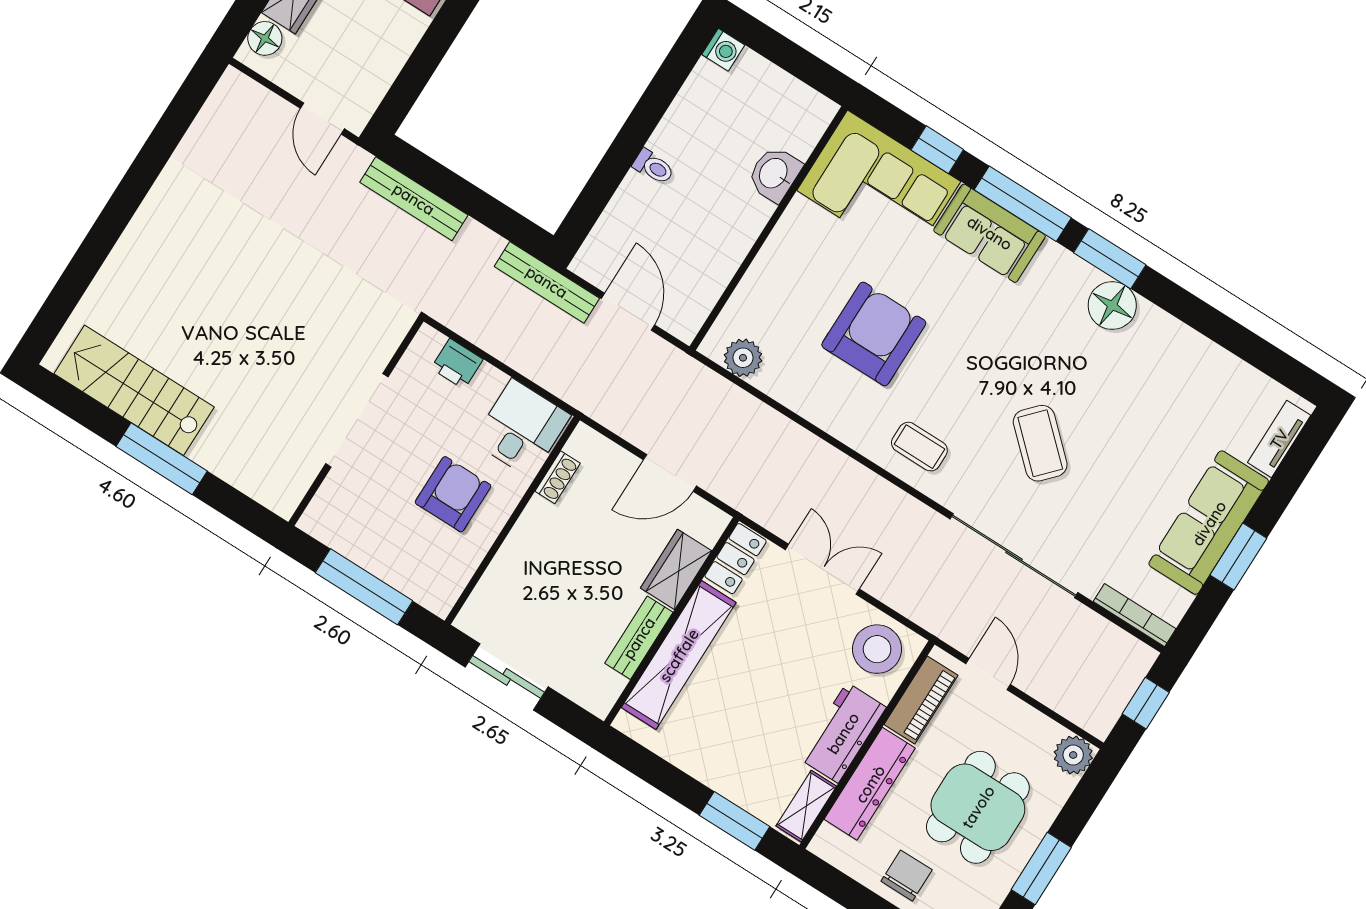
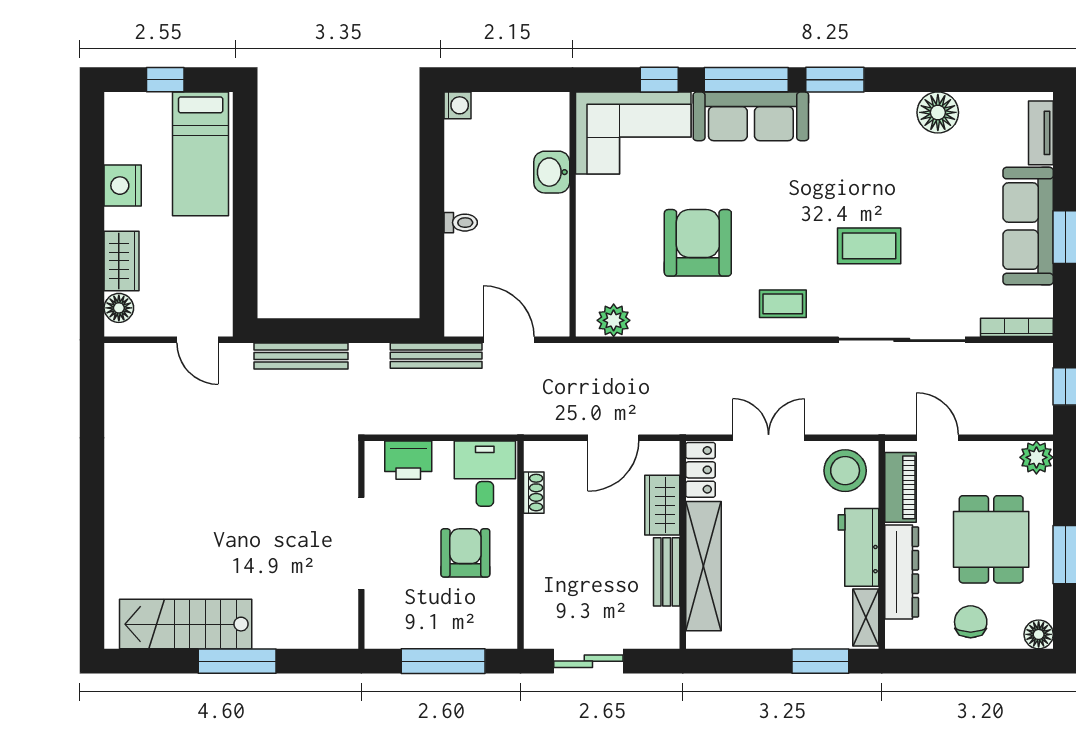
sofa: (990, 233) -> (751, 116), width x1.36
floor lamp: (1112, 306) -> (938, 112), moved
printer: (457, 364) -> (408, 460), width x1.36, depth x1.24
coffee table: (1040, 443) -> (869, 246), turned -43

